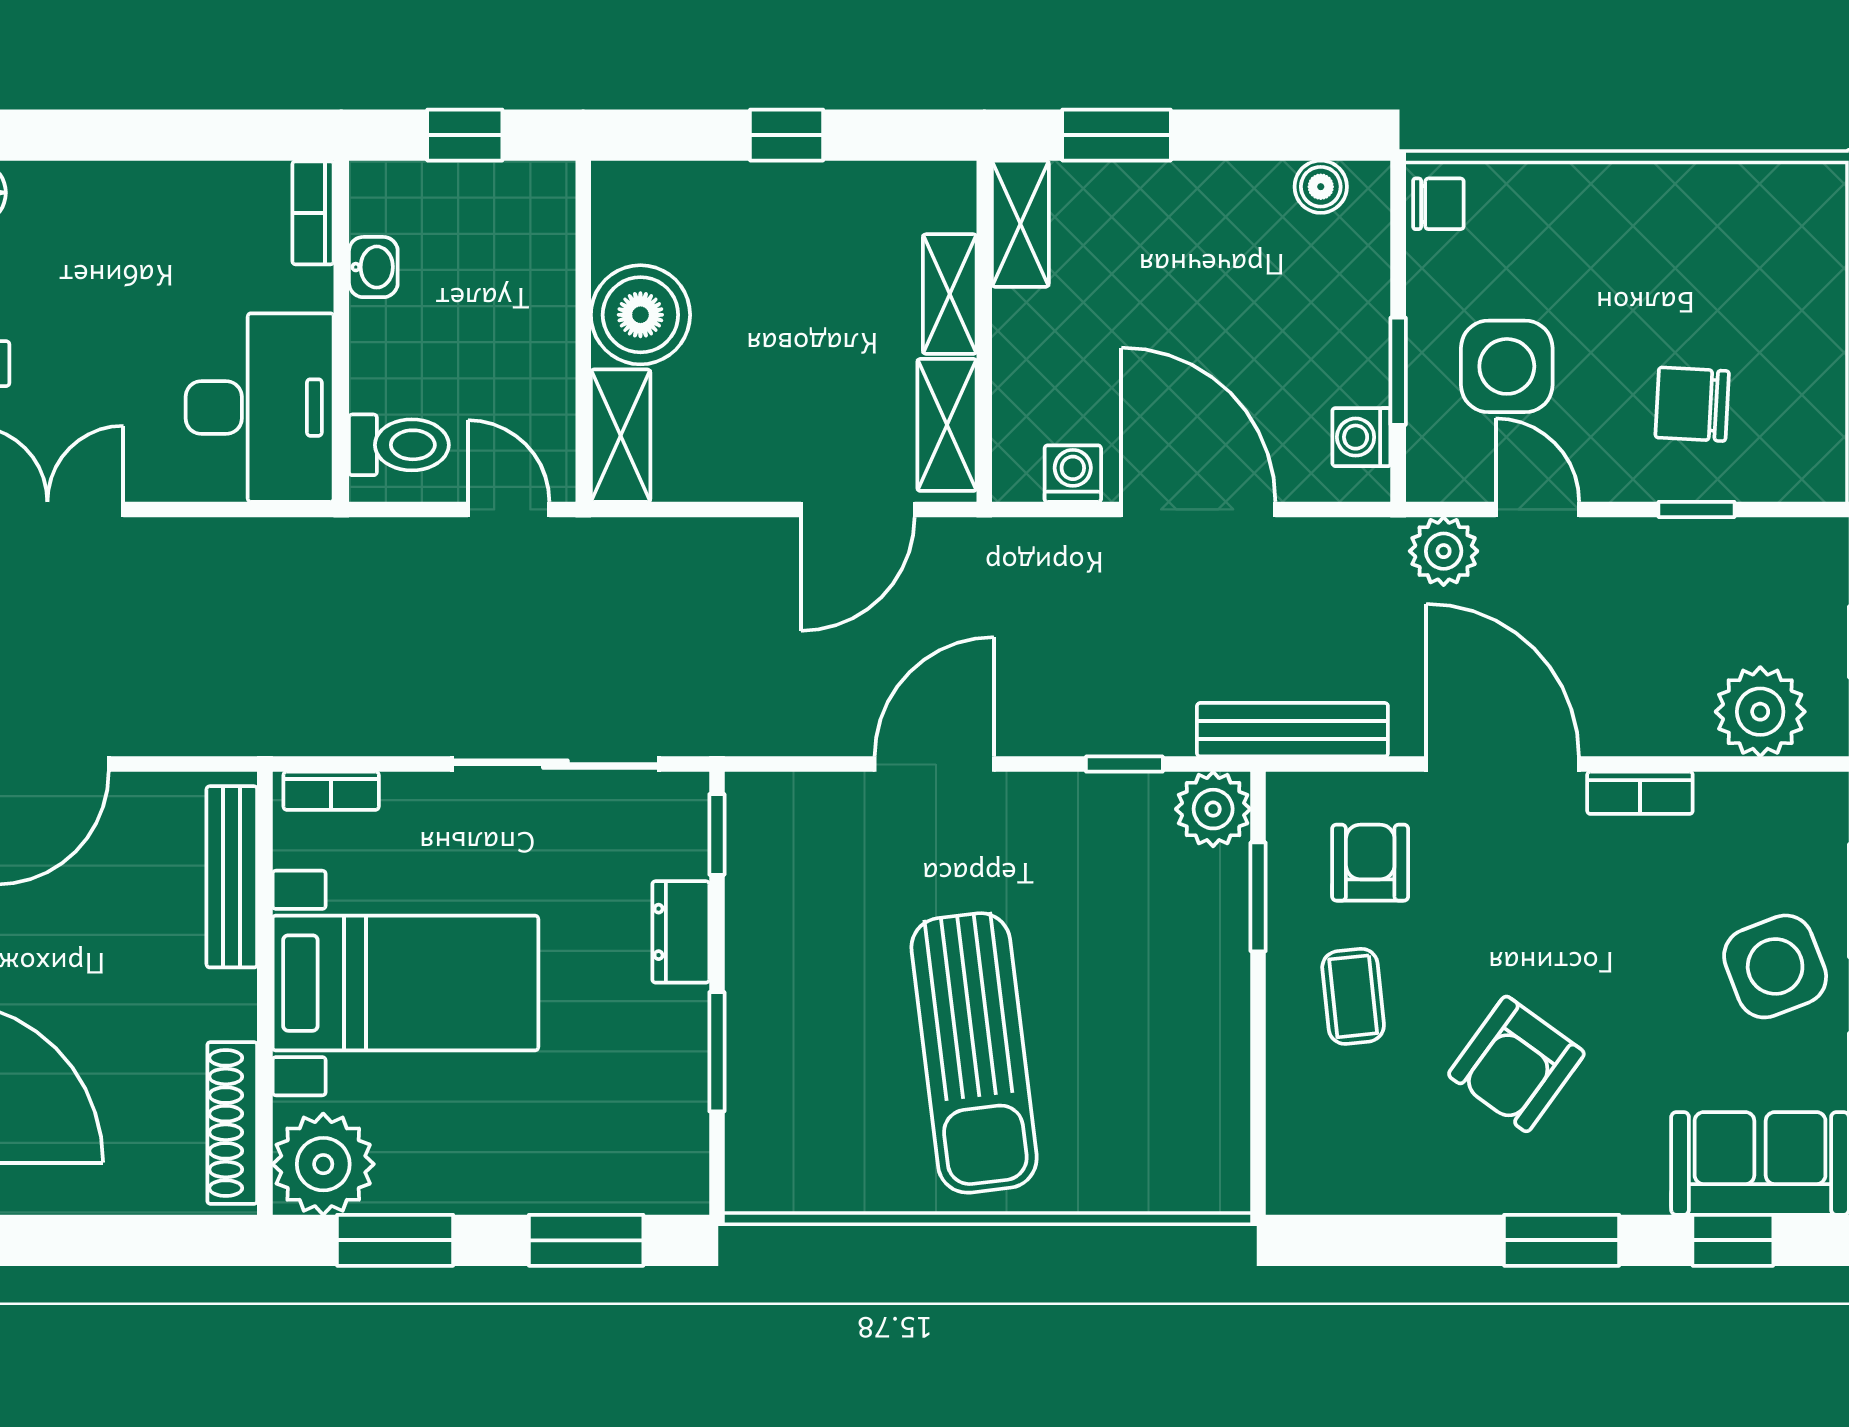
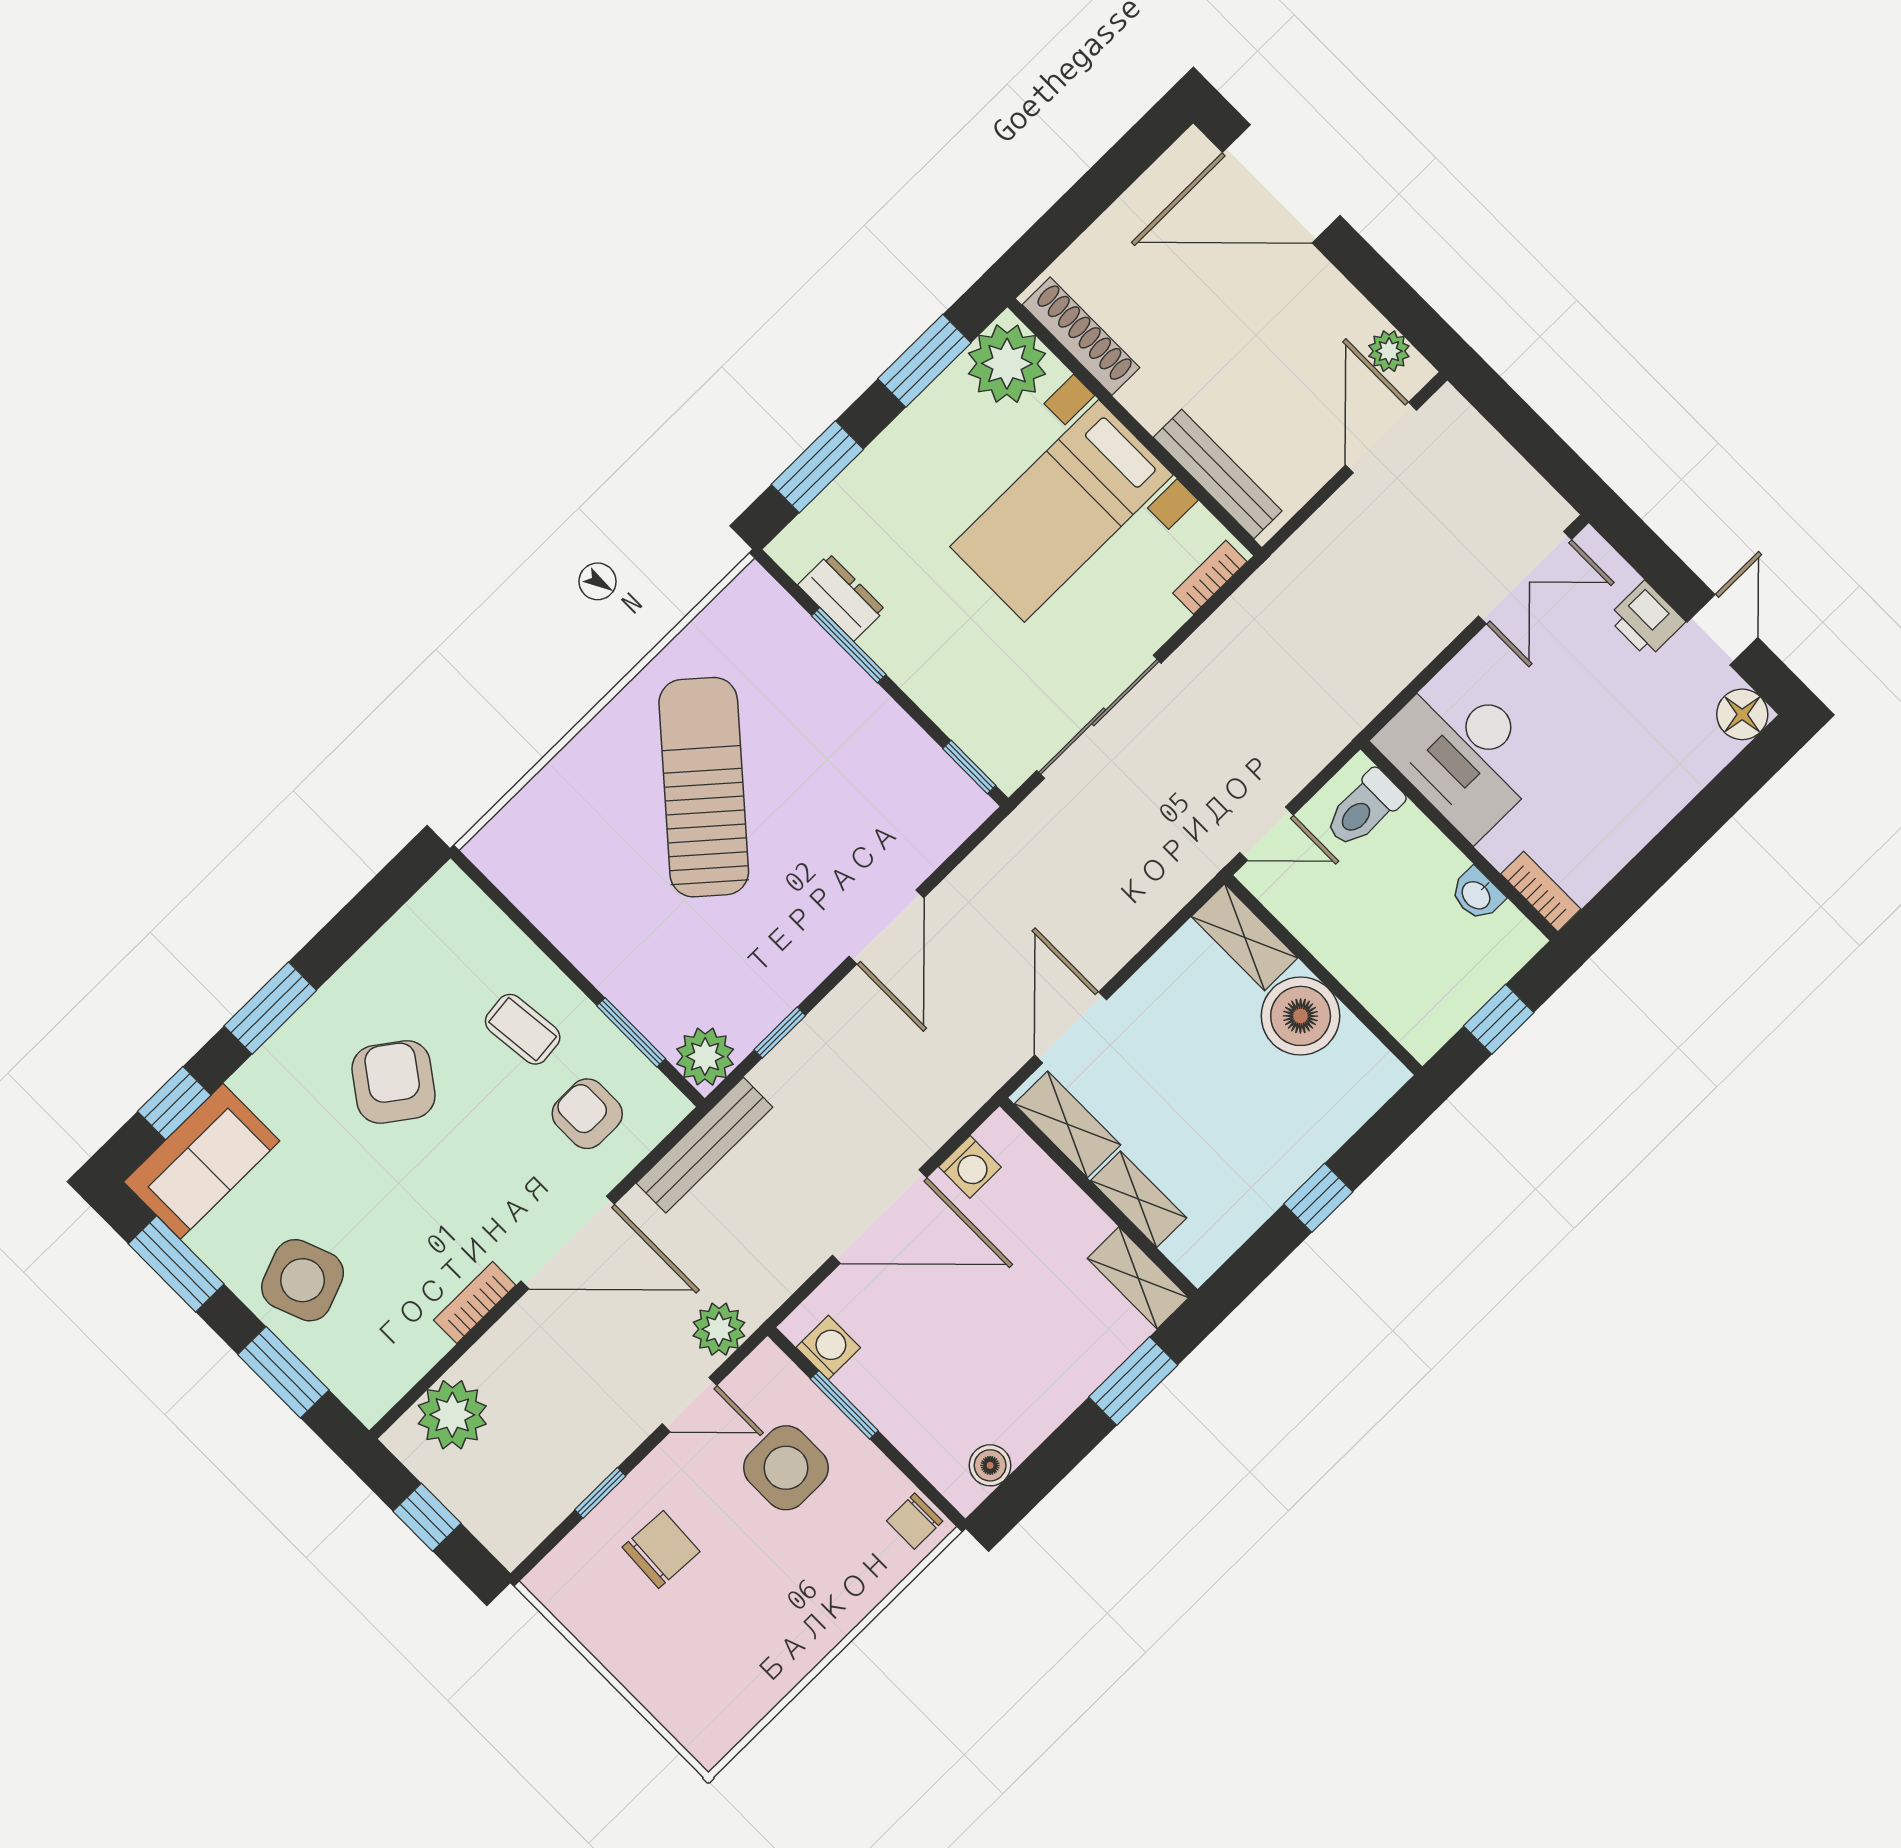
armchair: (1370, 863) -> (587, 1114), turned 180
dresser: (681, 932) -> (842, 597), moved
sun lounger: (974, 1053) -> (704, 787), turned 48

